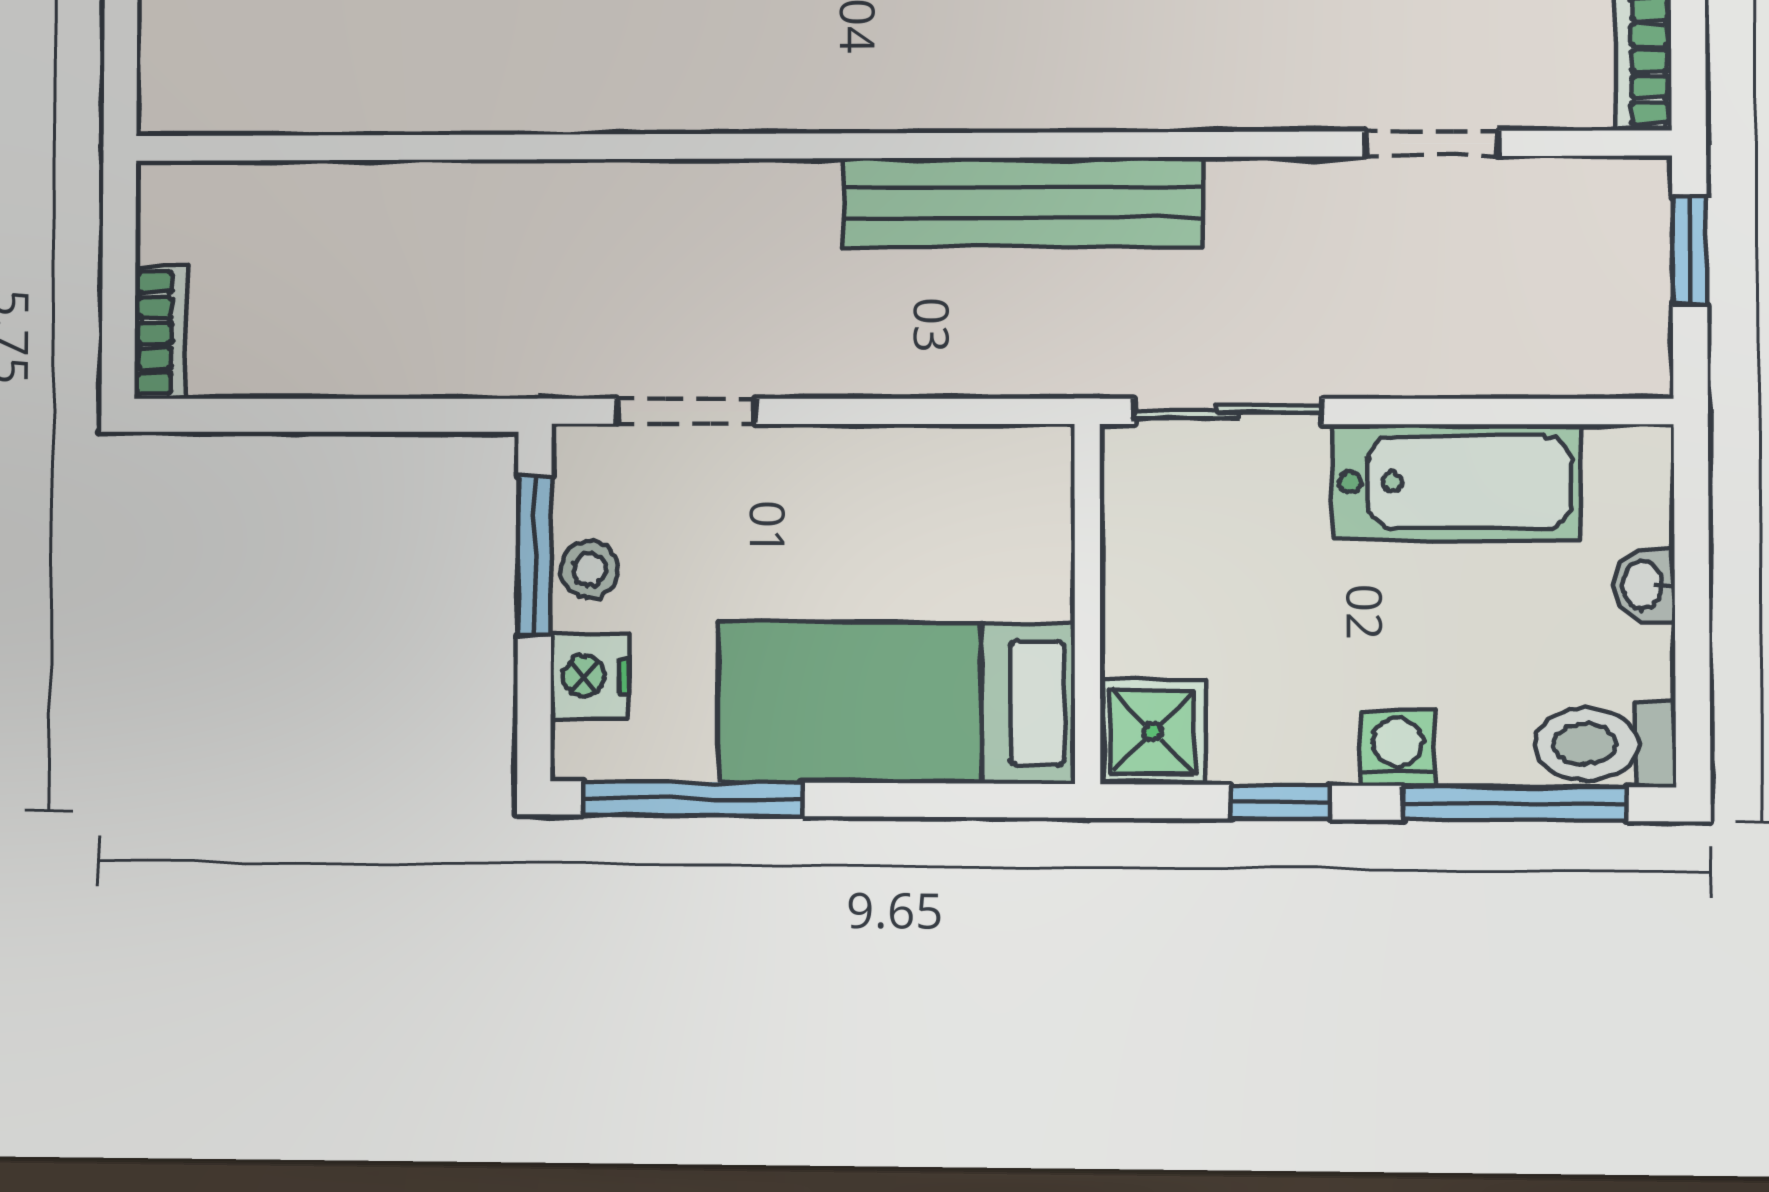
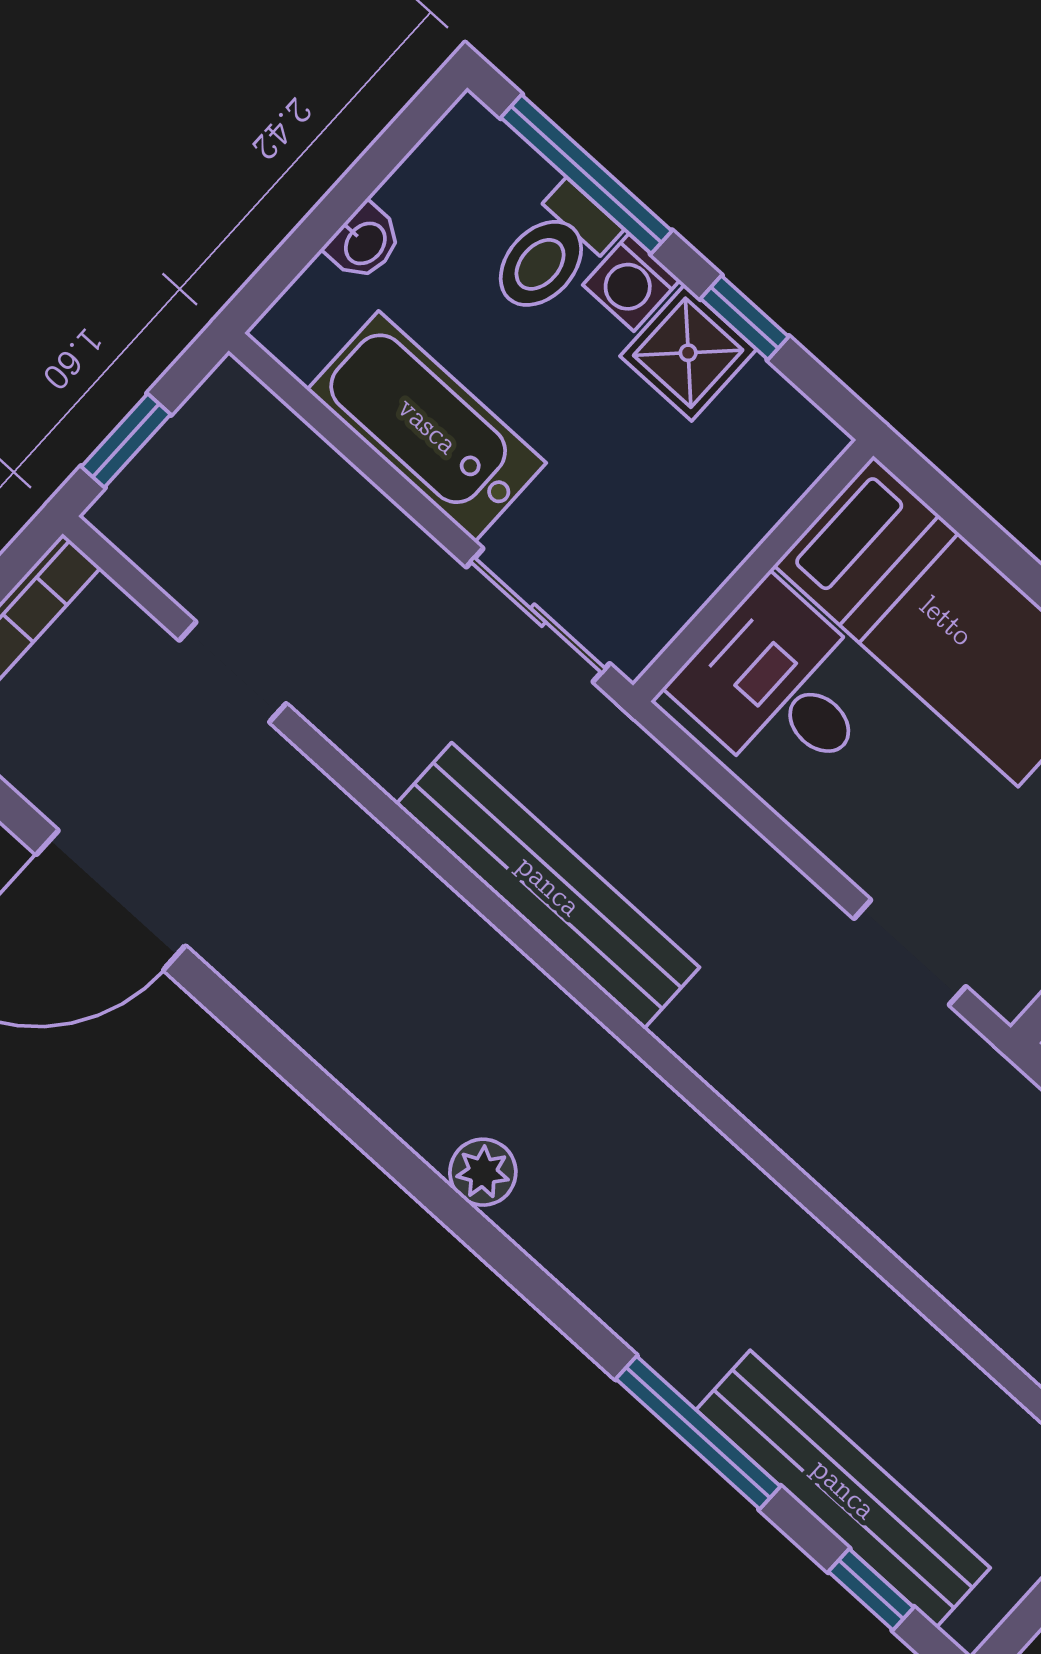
desk: (981, 529) -> (780, 687), added
shower: (1153, 732) -> (688, 353), moved
toilet: (1605, 744) -> (552, 251), moved, turned 90

